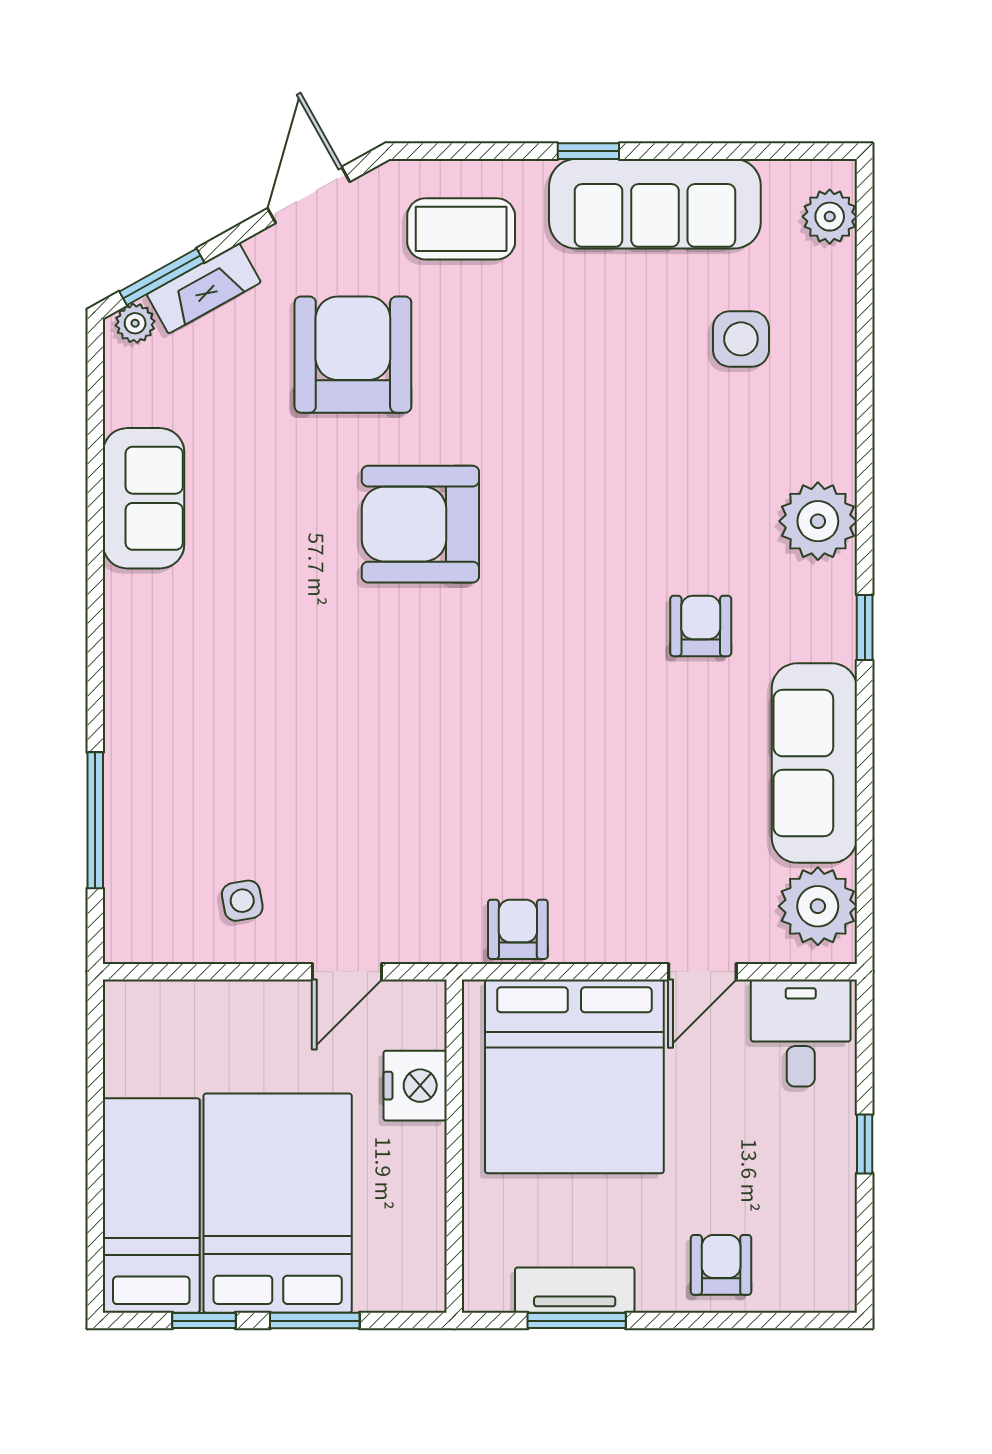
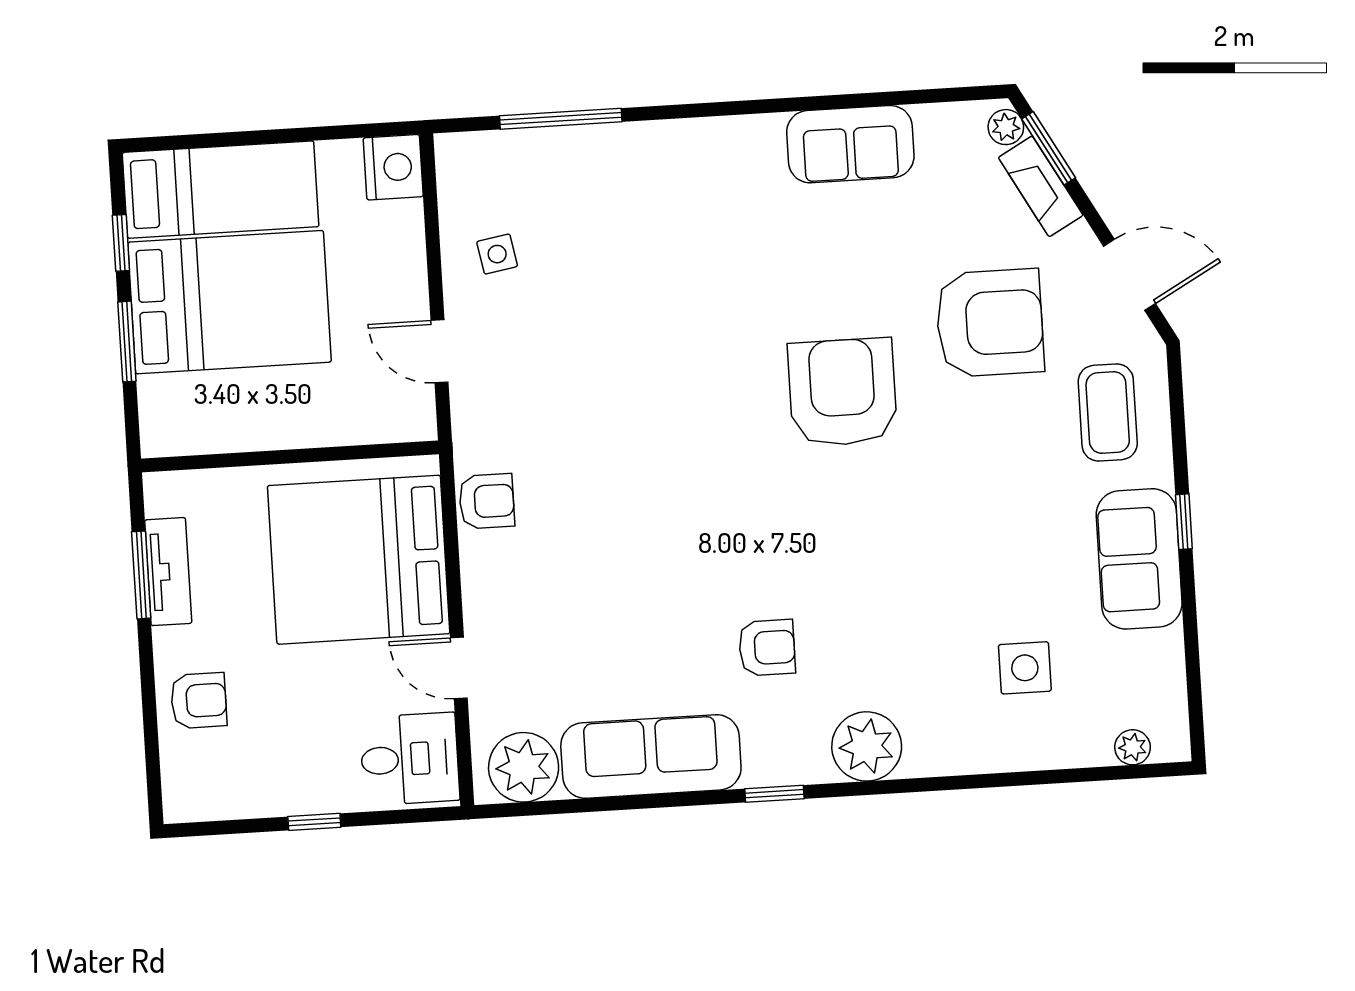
sofa: (655, 204) -> (1139, 559), width x0.73
plant: (830, 217) -> (1133, 747), width x0.73, depth x0.73
nightstand: (415, 1086) -> (393, 167), moved, turned -90

